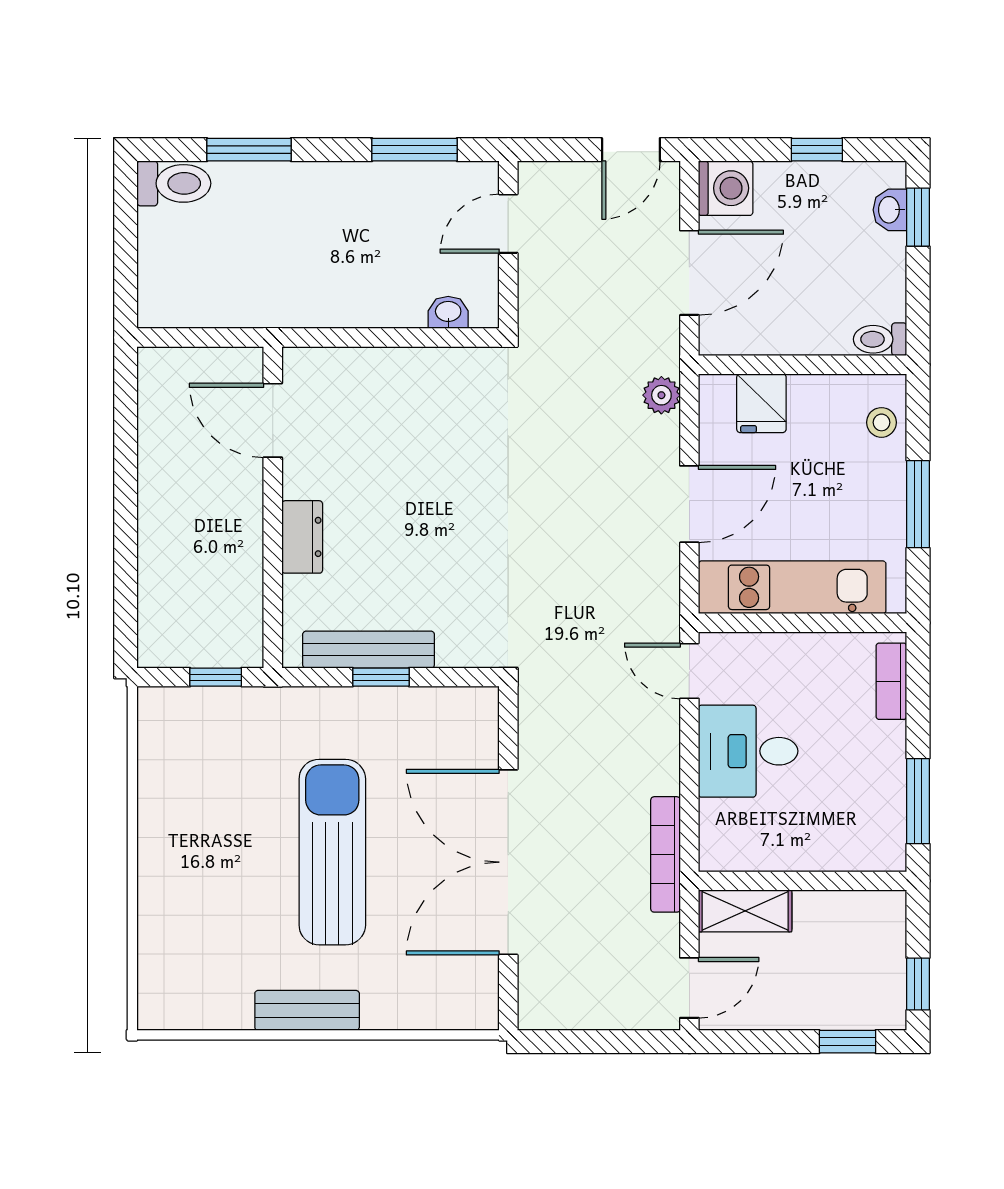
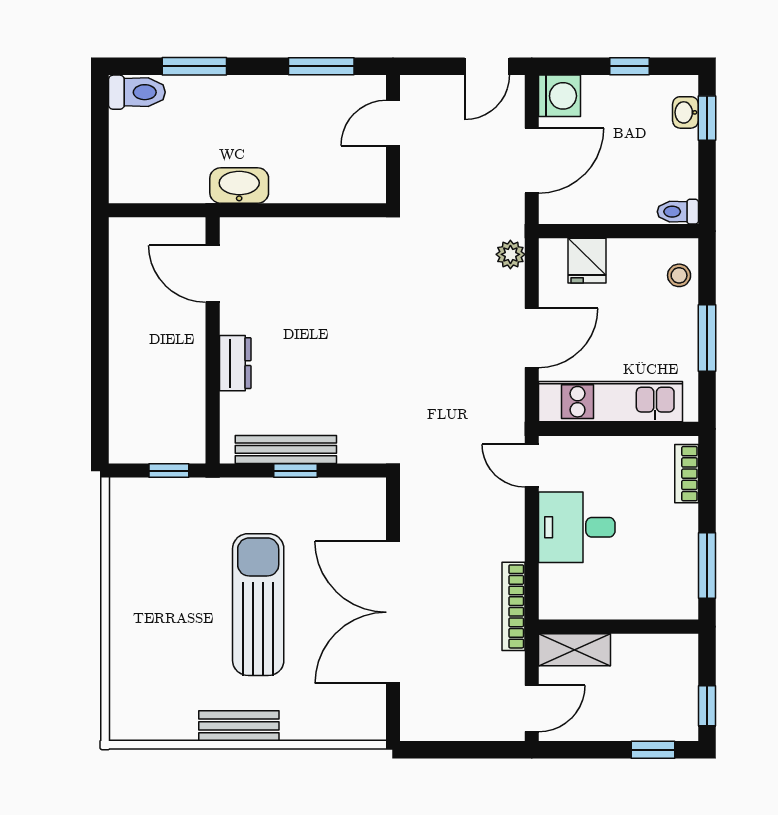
washbasin: (448, 312) -> (239, 186), moved, width x1.91, depth x1.45

